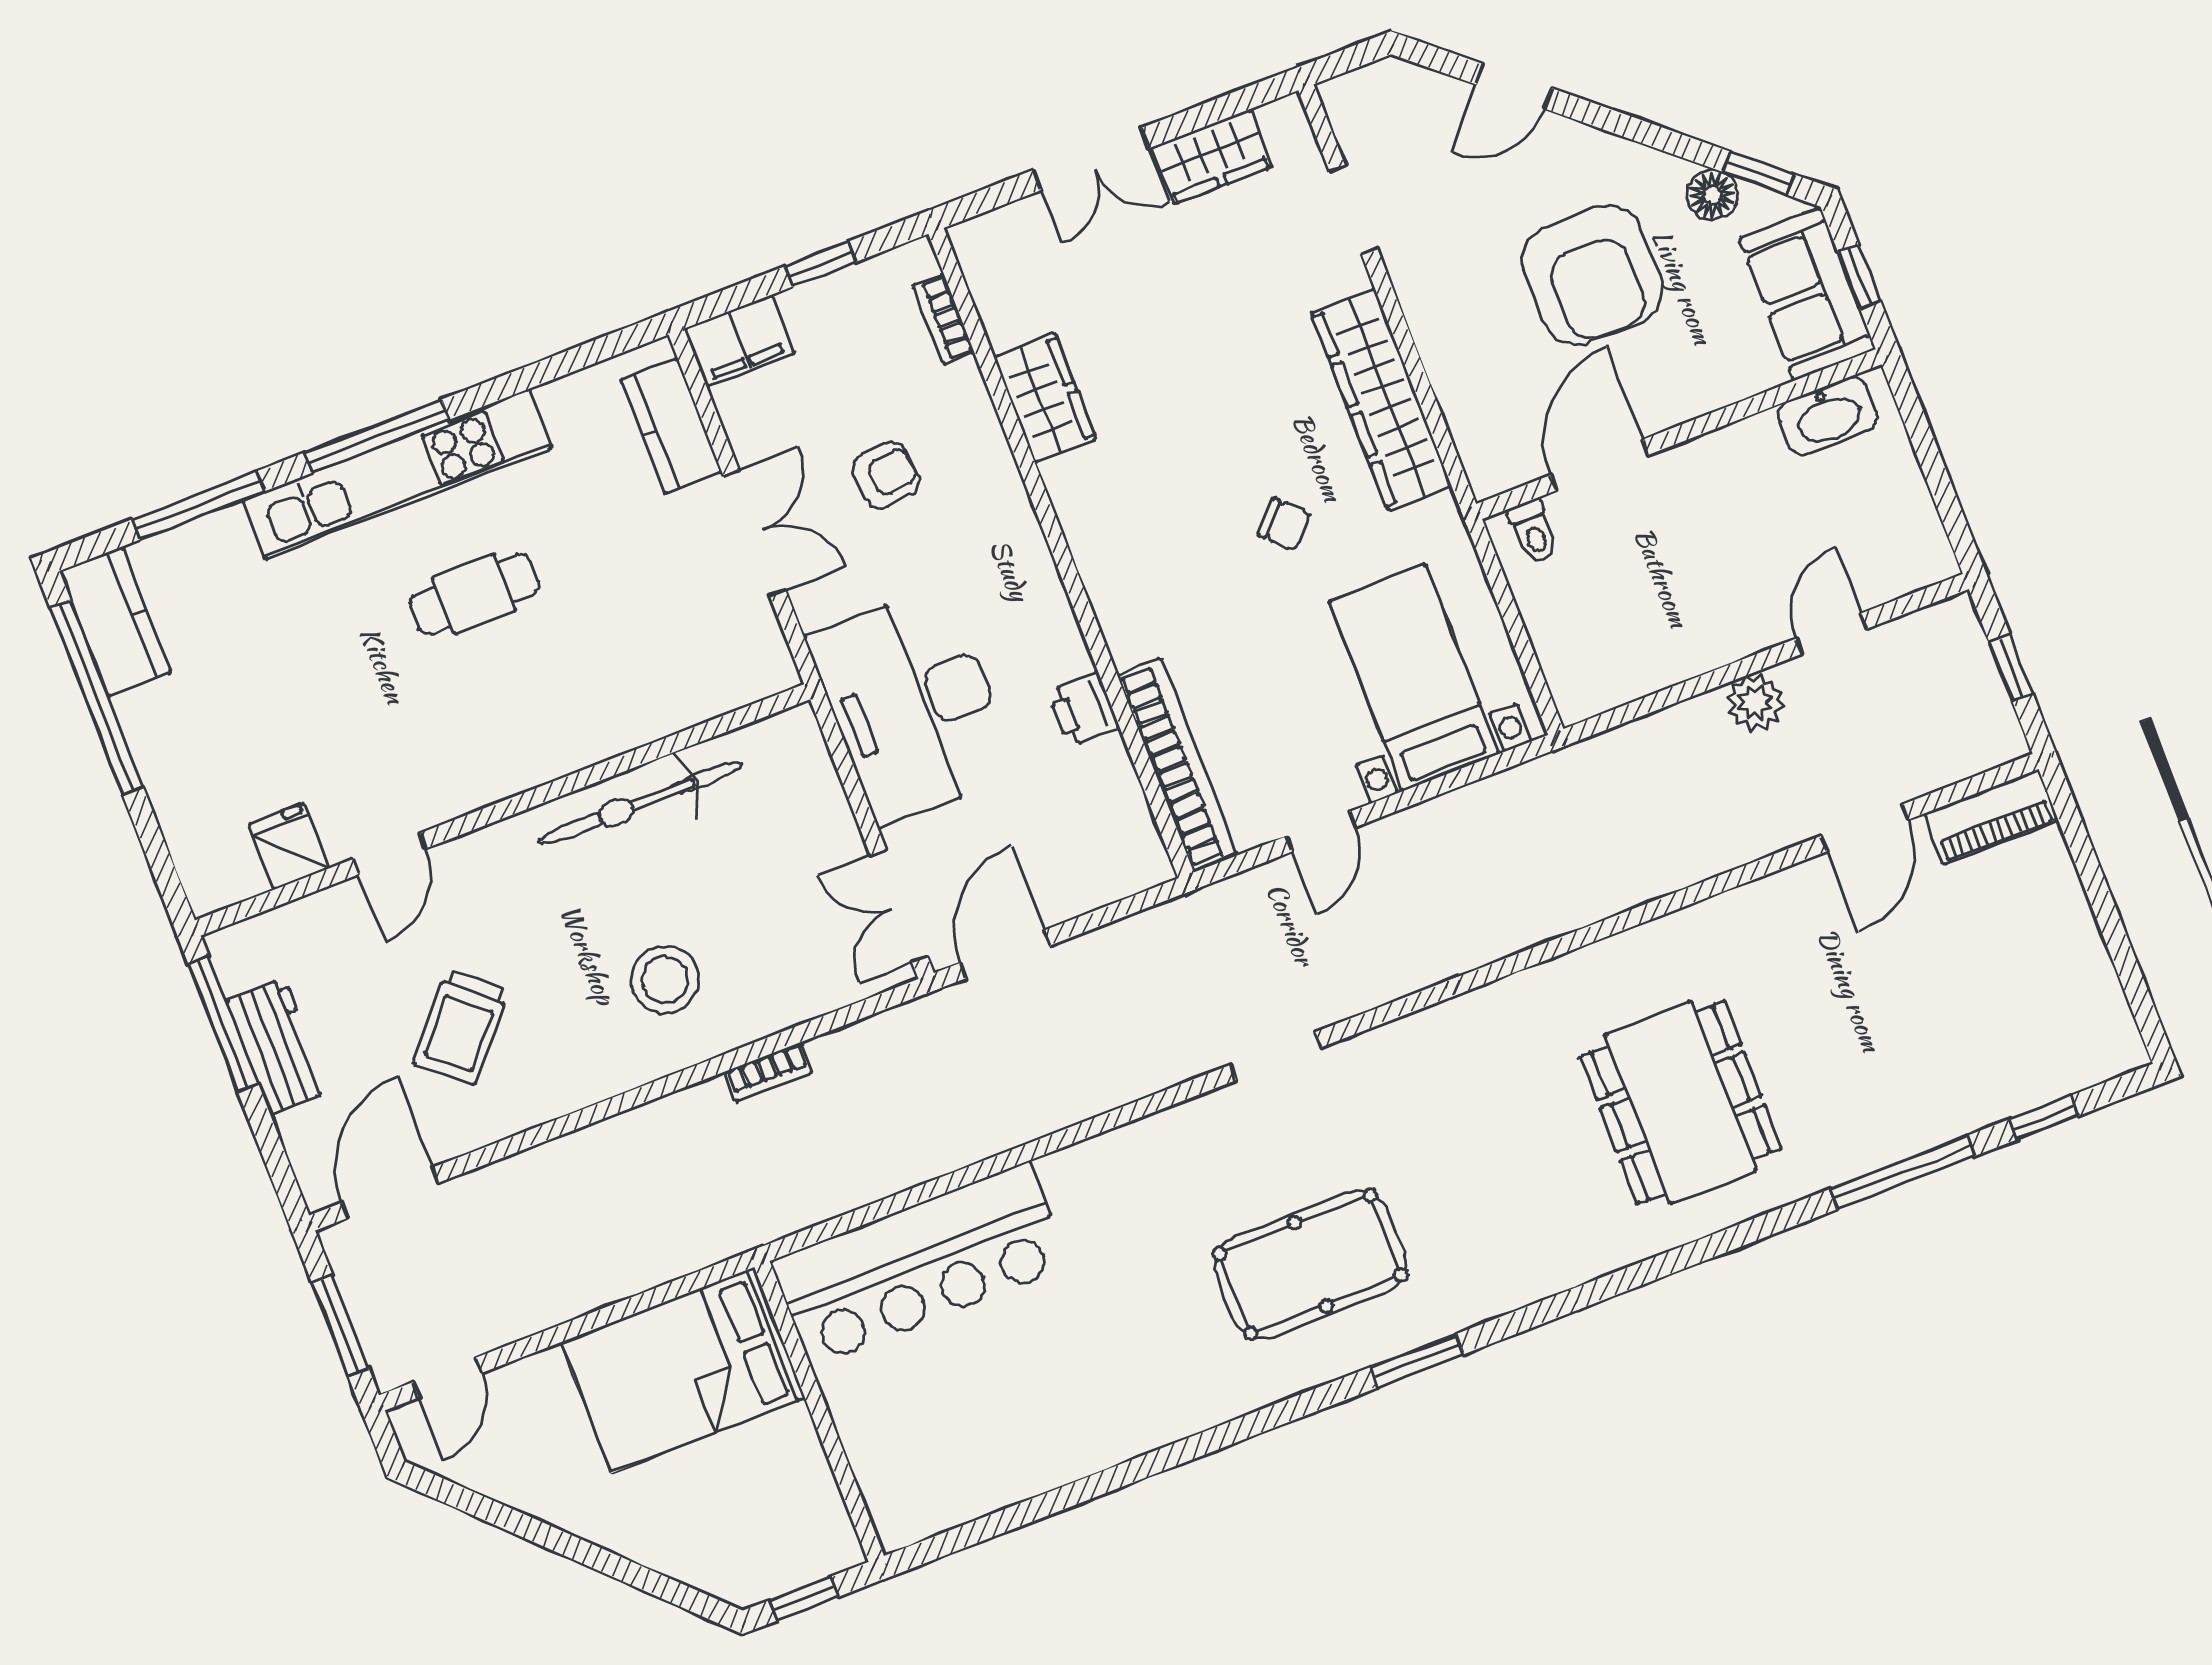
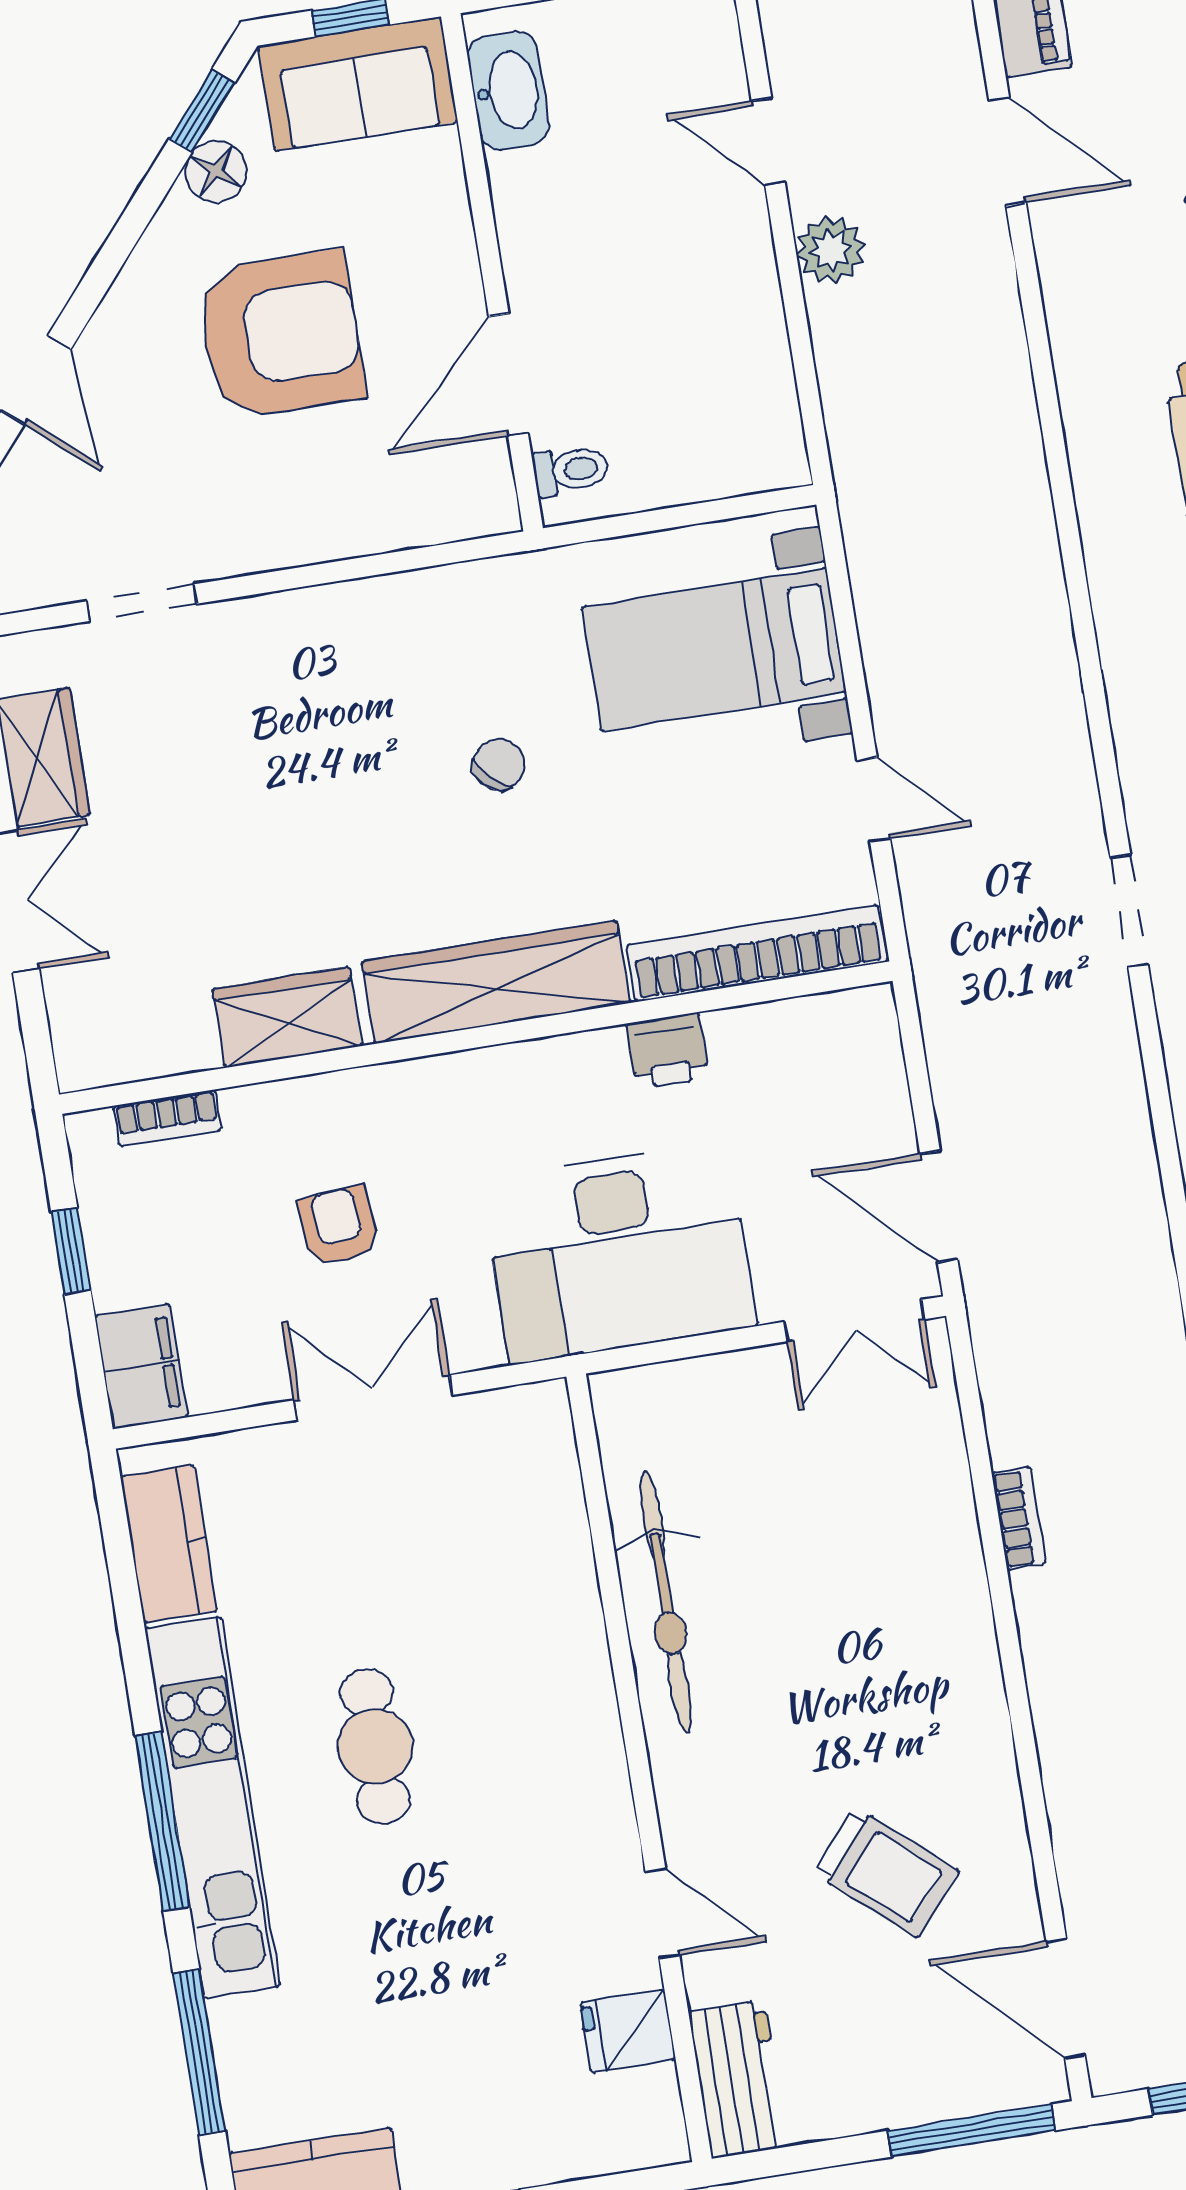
wardrobe: (1381, 399) -> (496, 982), moved, turned 180
kitchen counter: (671, 426) -> (169, 1544), moved, turned -90
door: (1599, 465) -> (508, 375), hinge flipped
stool: (665, 980) -> (883, 1618), removed
window: (223, 1024) -> (971, 2131), moved
workbench: (278, 1046) -> (738, 2079), moved, turned 90

